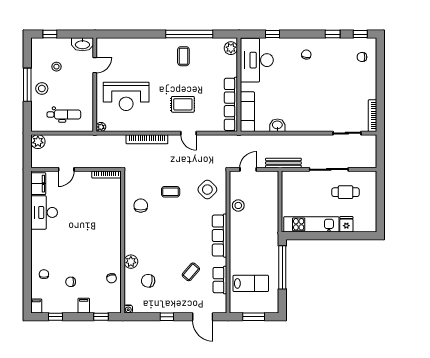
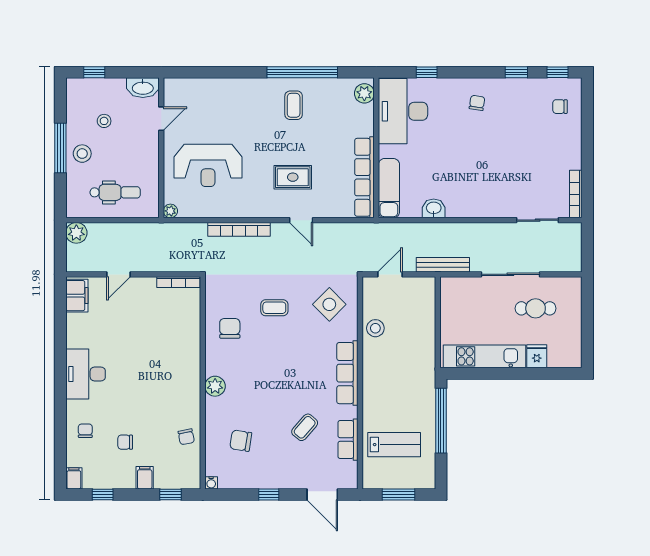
desk: (44, 212) -> (86, 374), moved
plant: (131, 262) -> (215, 386), moved

